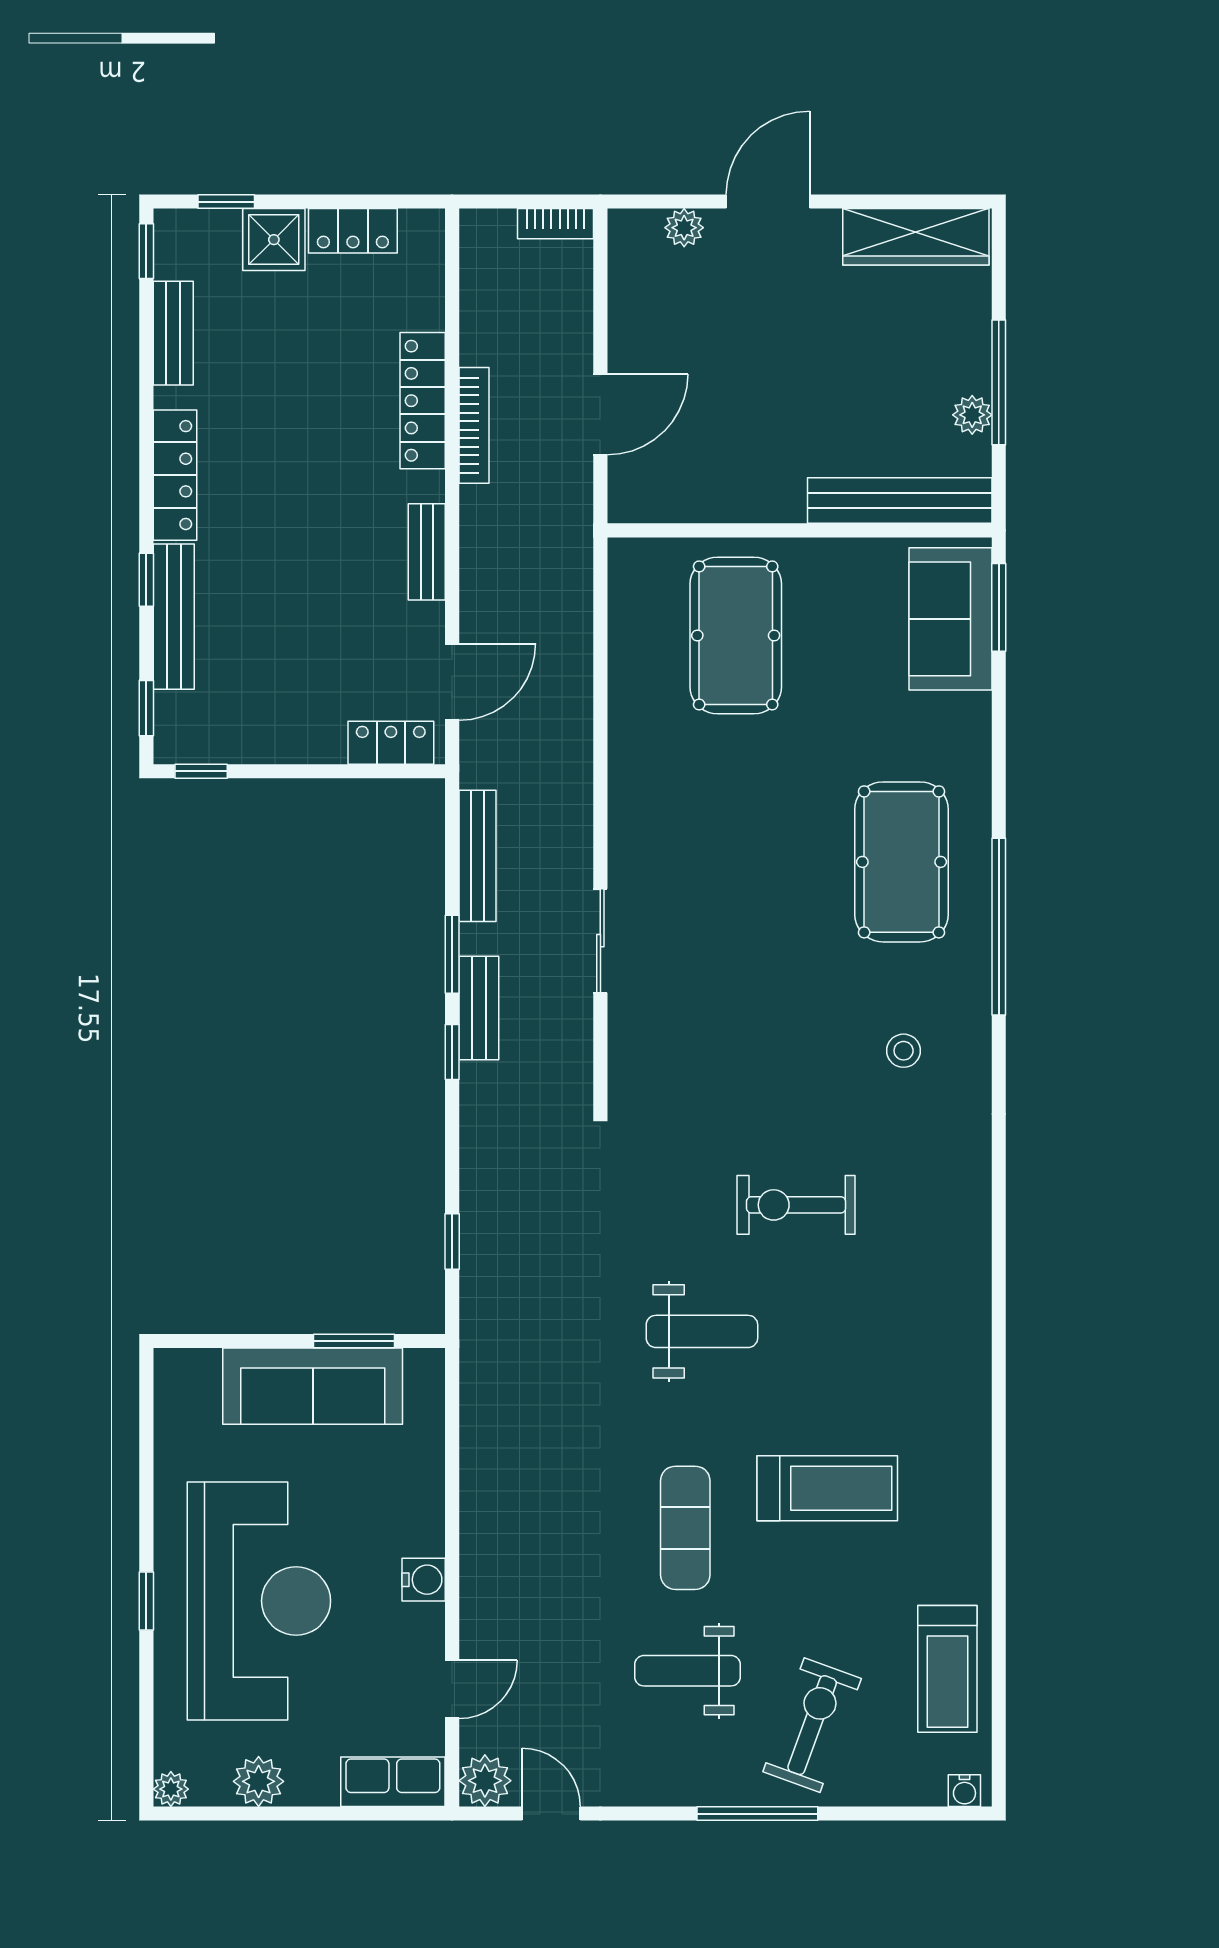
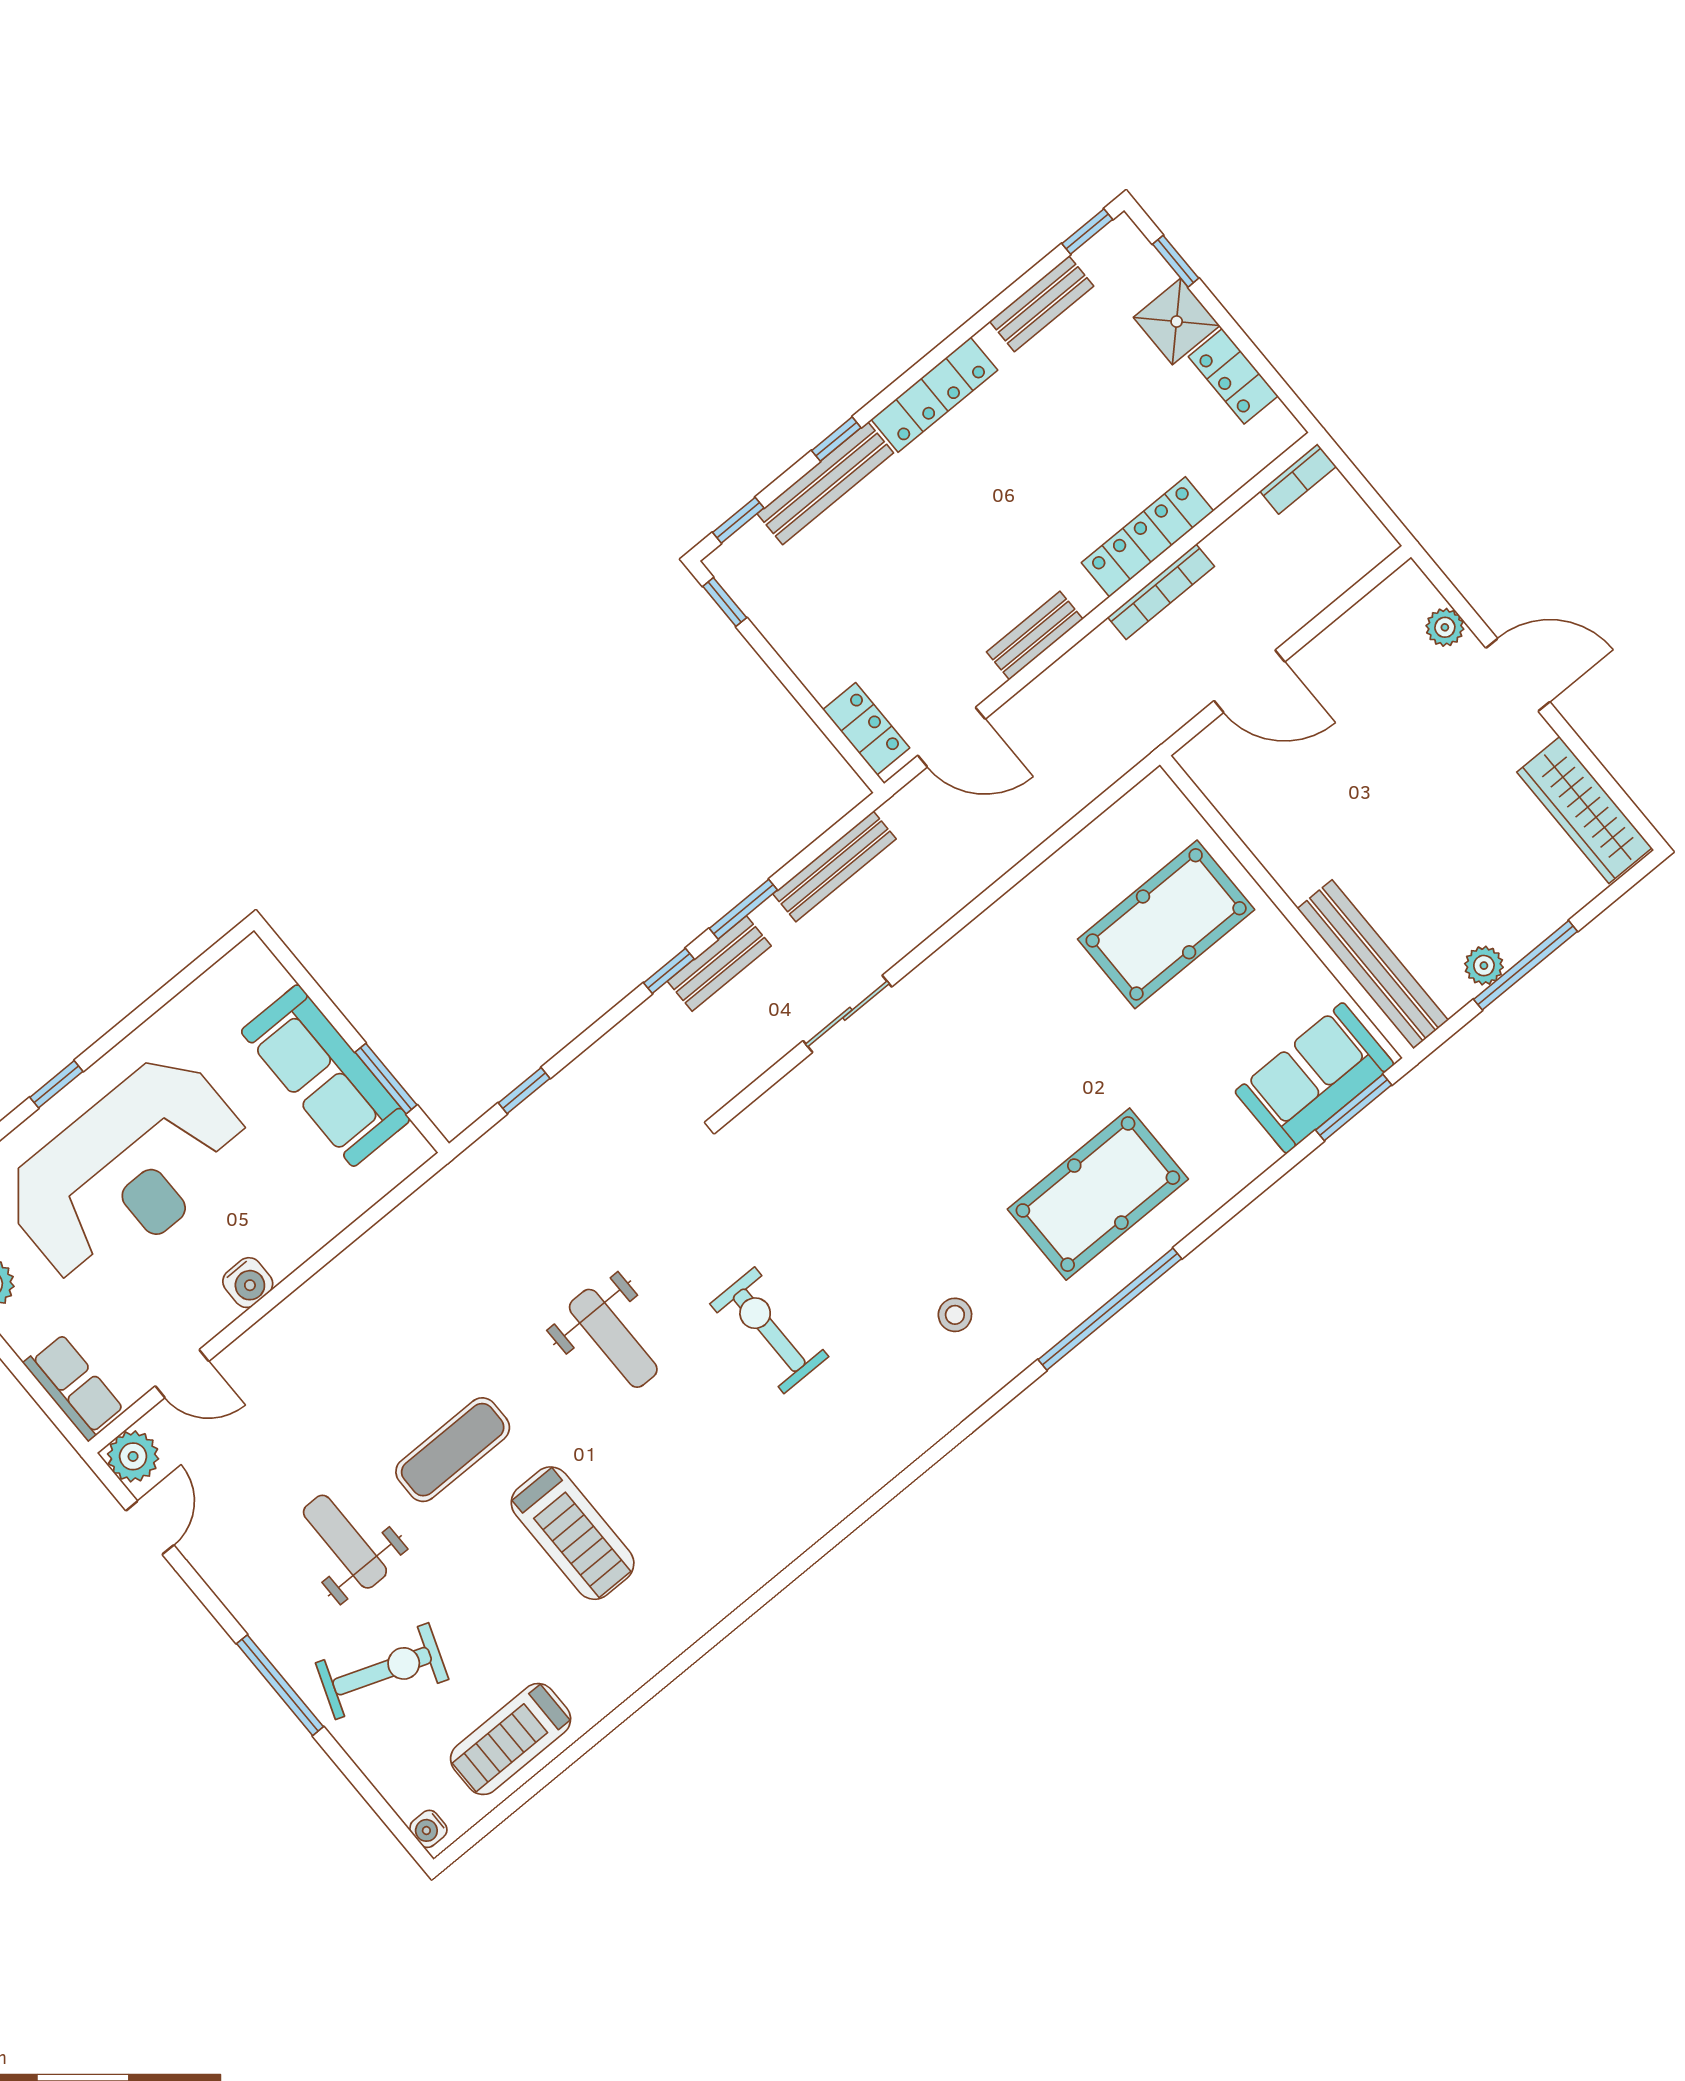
bookcase: (556, 224) -> (1298, 479), moved, turned -90

